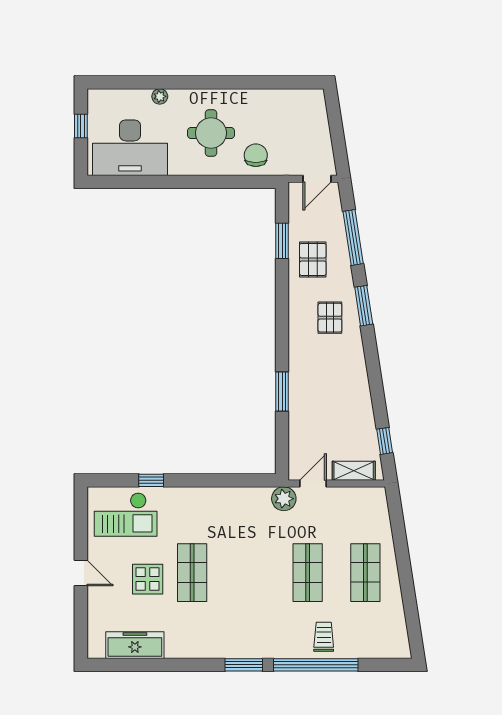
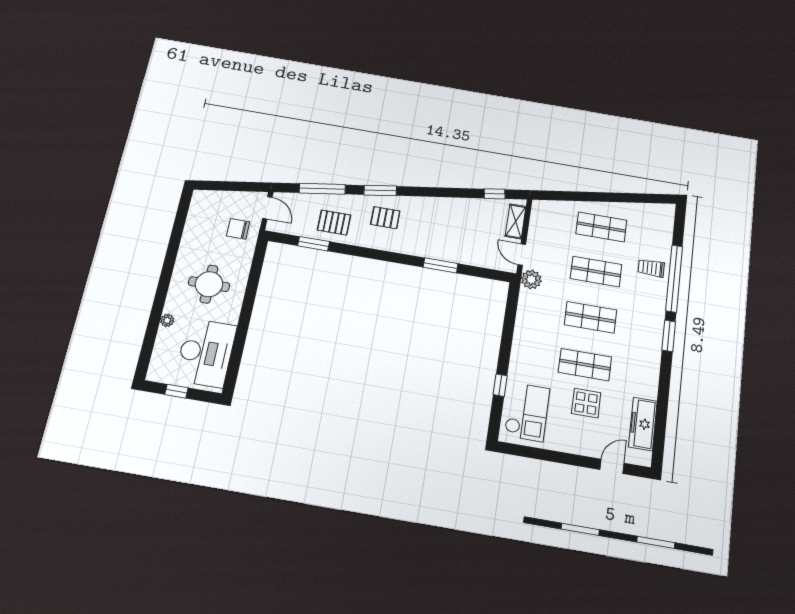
chair: (256, 155) -> (238, 229), moved
door: (81, 573) -> (612, 466), moved
shop shelf: (250, 573) -> (590, 317), added

